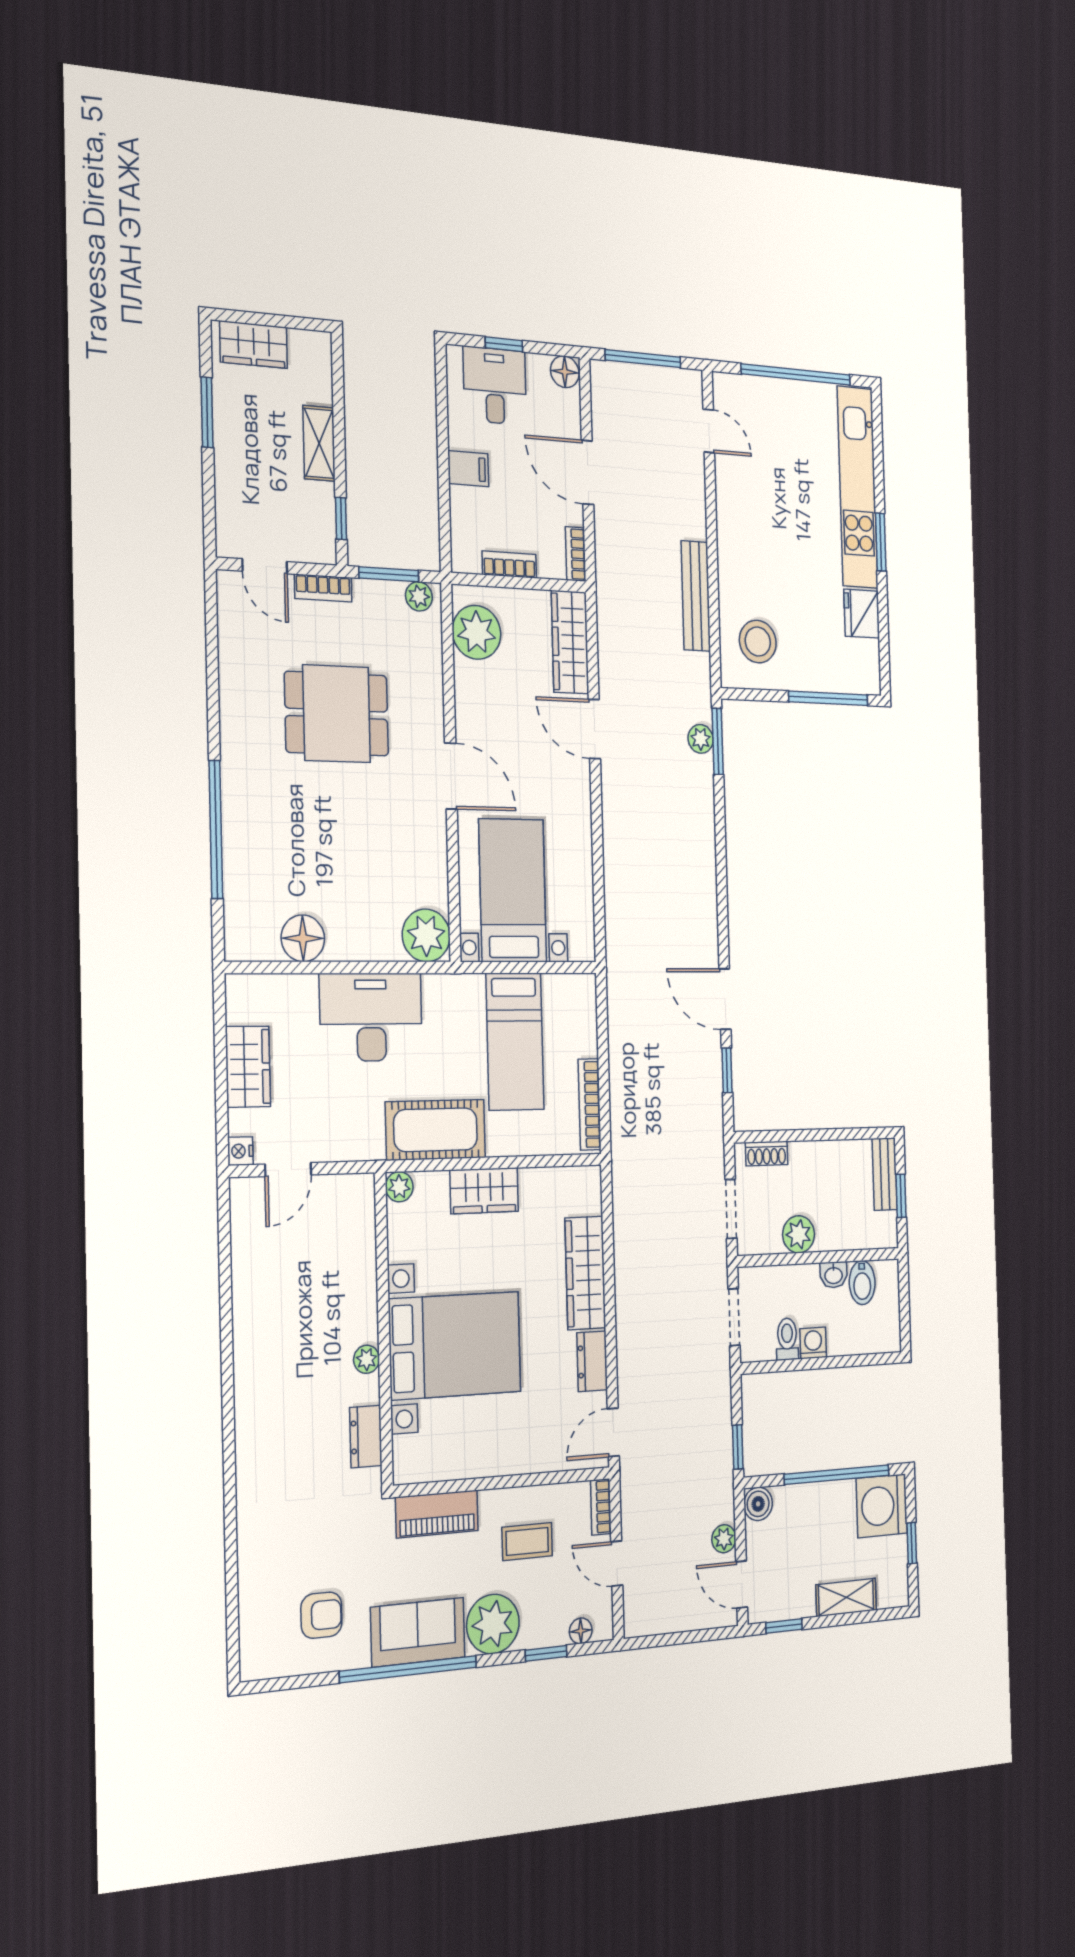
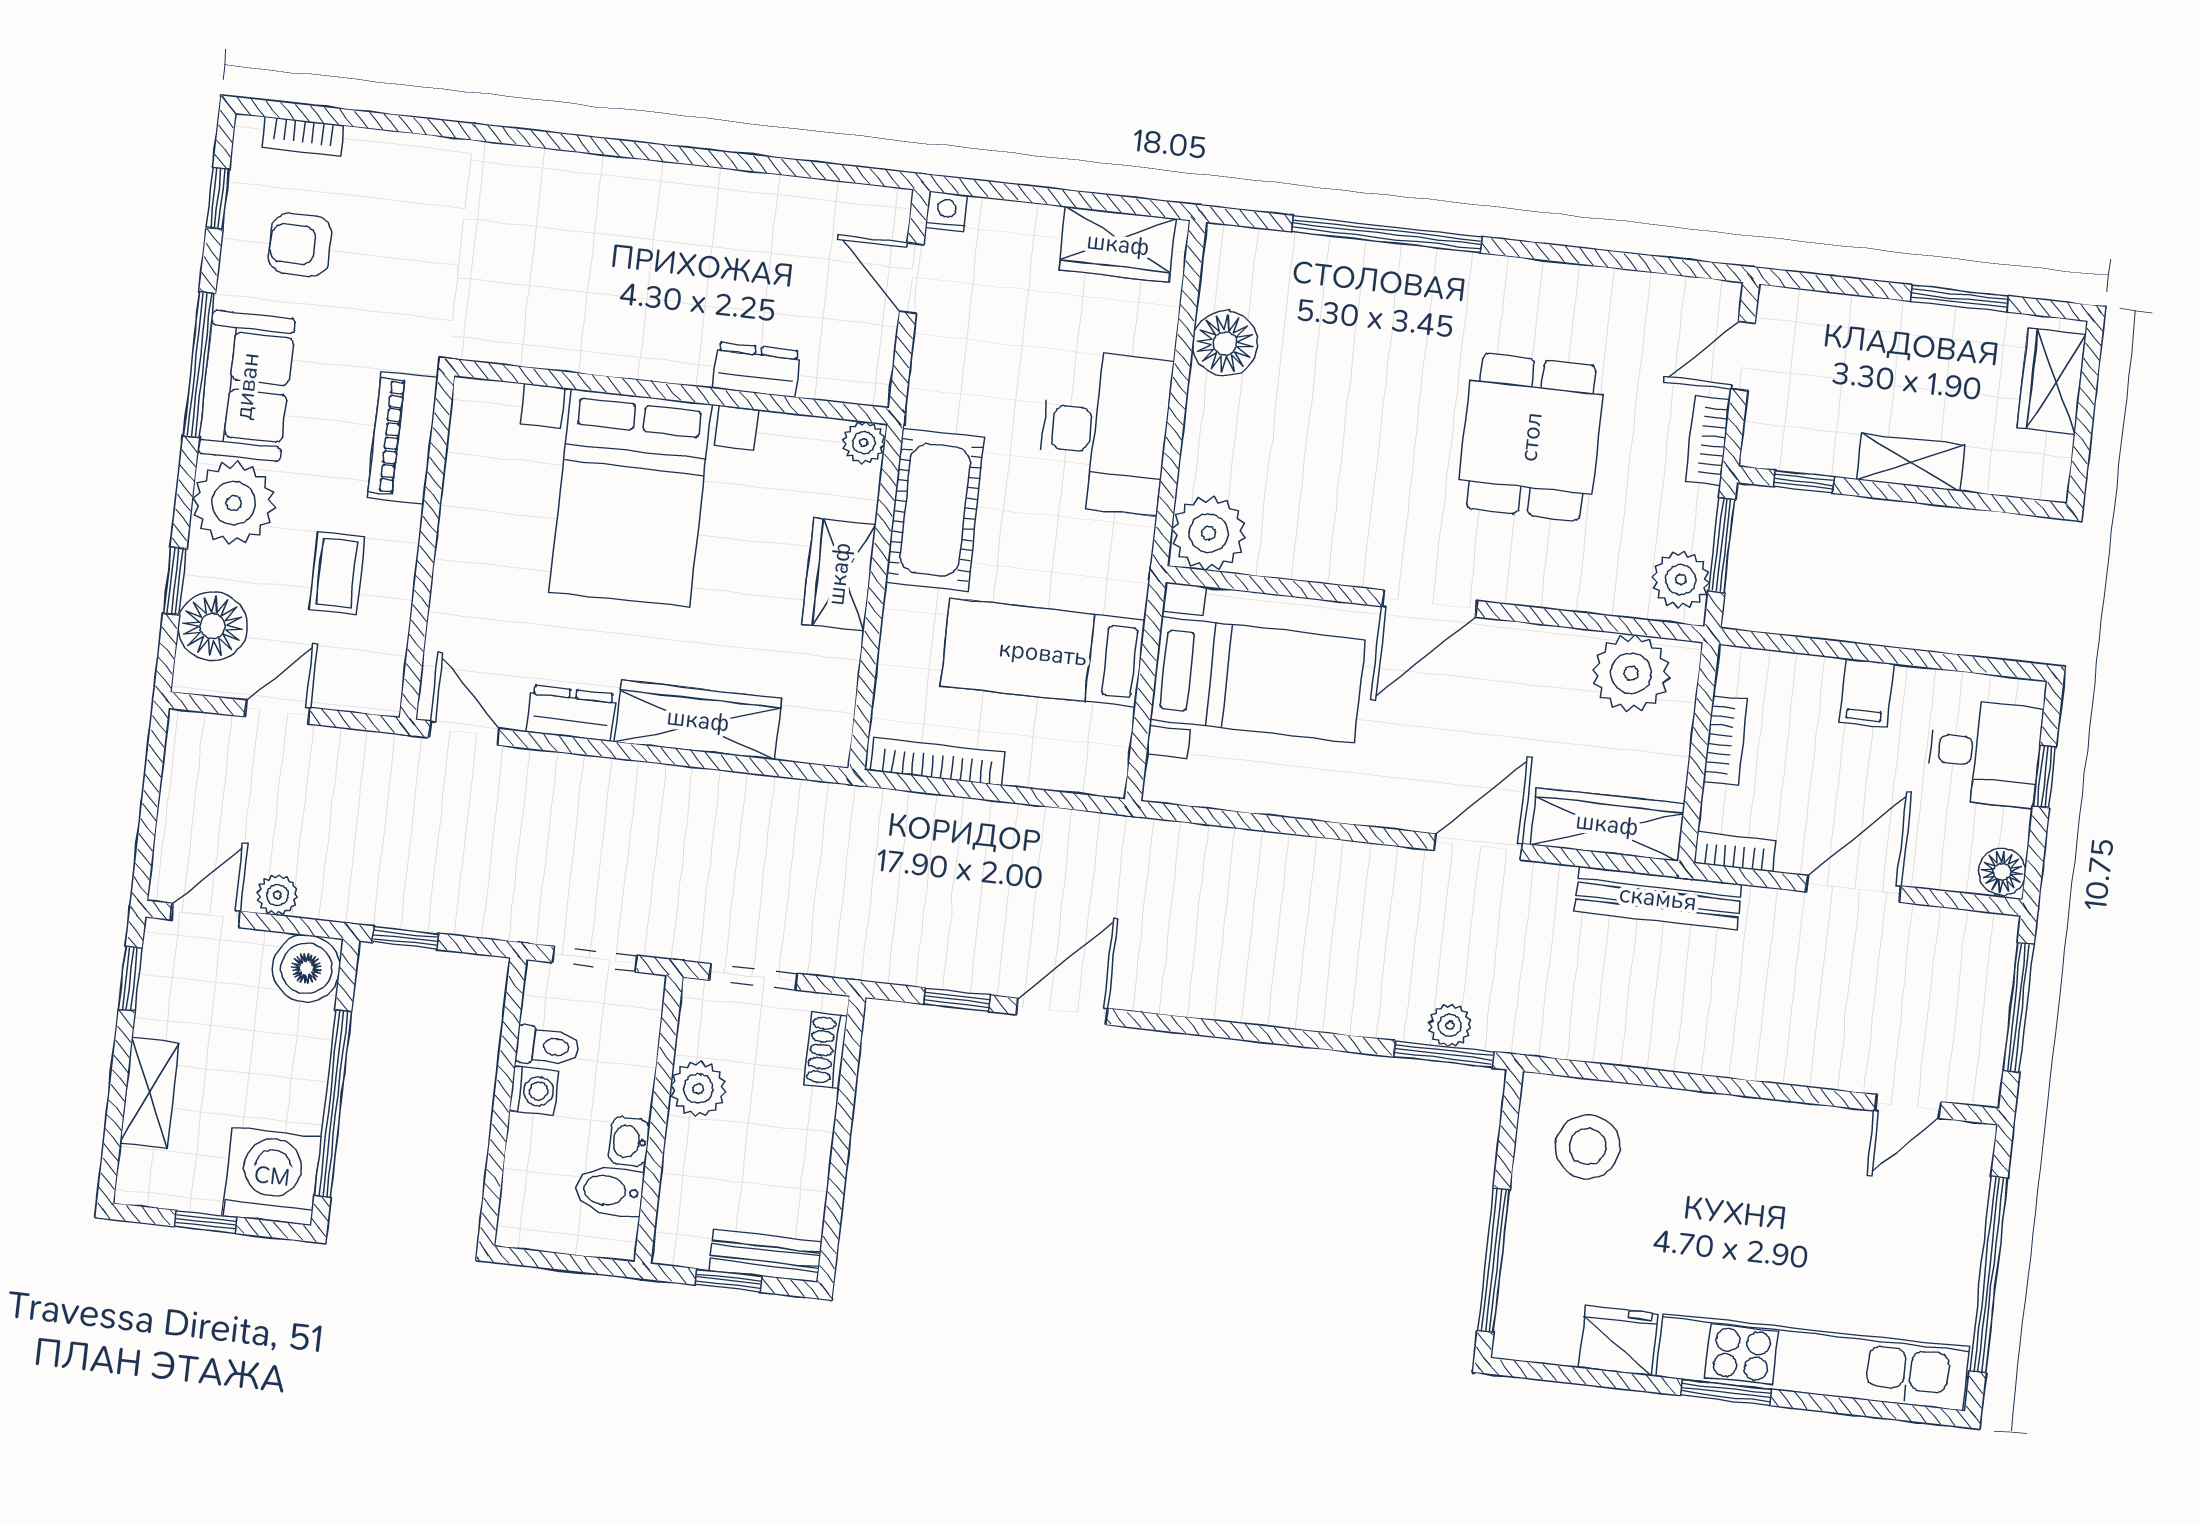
plant: (419, 596) -> (1681, 580), width x1.38, depth x1.38
bench: (696, 596) -> (1658, 898), moved
wardrobe: (248, 1067) -> (1118, 244), moved
plant: (367, 1359) -> (634, 360), removed
dresser: (366, 1437) -> (756, 370), moved
boiler: (758, 1504) -> (306, 968), width x1.36, depth x1.36
bookcase: (601, 1507) -> (303, 136), moved, turned 180
armchair: (321, 1615) -> (300, 245), turned 90
floor lamp: (581, 1631) -> (213, 626), width x1.89, depth x1.89
window: (408, 1669) -> (199, 364), width x0.68
window: (298, 1682) -> (218, 198), added

